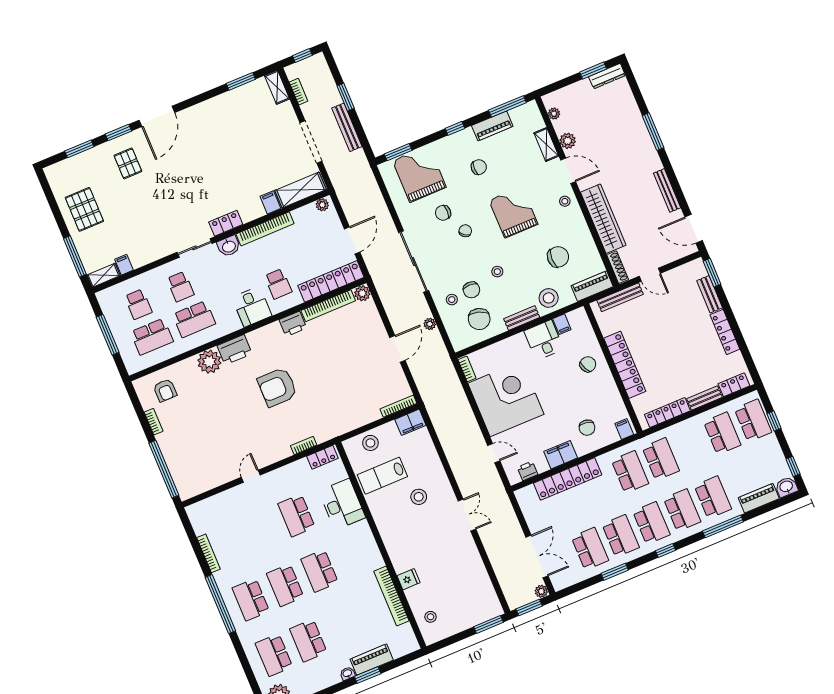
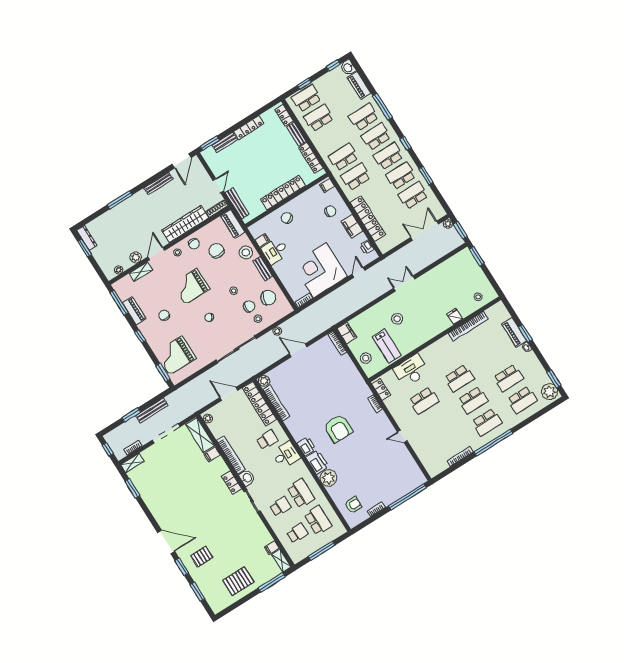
chair: (443, 213) -> (194, 244), moved
printer: (293, 324) -> (306, 446), moved

